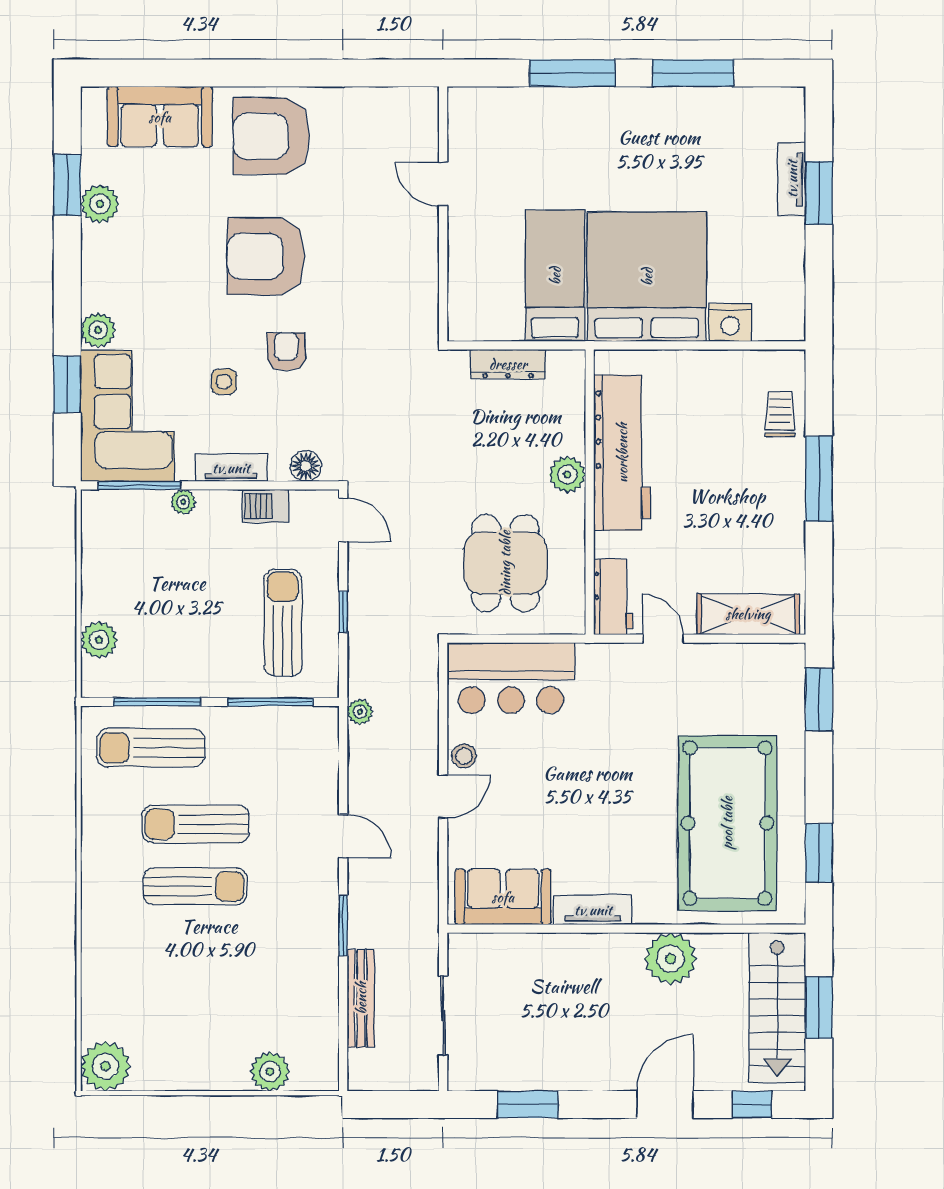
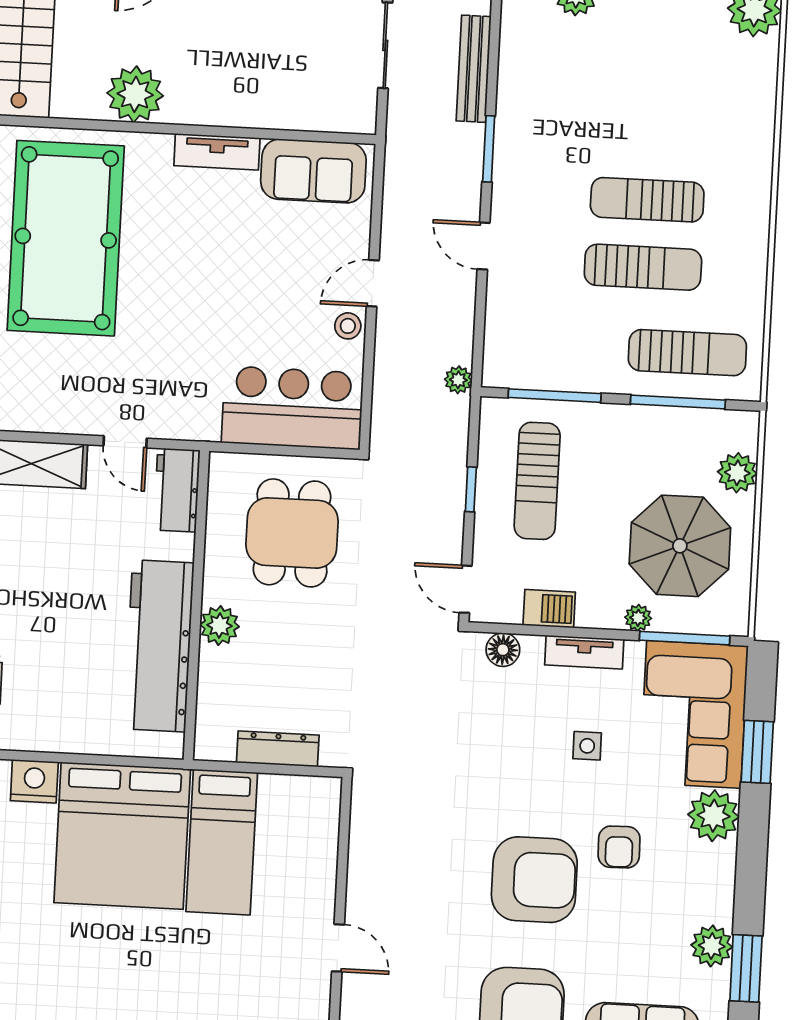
plant: (98, 330) -> (714, 816), width x1.36, depth x1.36
armchair: (286, 352) -> (619, 847), moved
parasol: (148, 570) -> (680, 546), added

